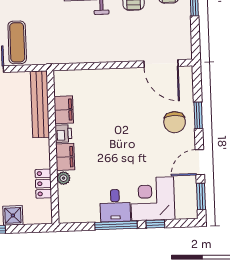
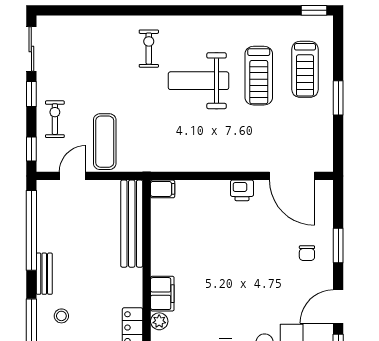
filing cabinet: (64, 110) -> (163, 189), moved, width x0.50
chair: (175, 122) -> (307, 253), width x0.54, depth x0.54
printer: (63, 134) -> (242, 190), moved, turned 90

